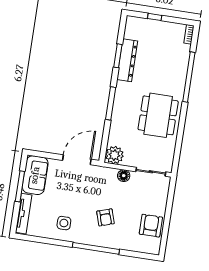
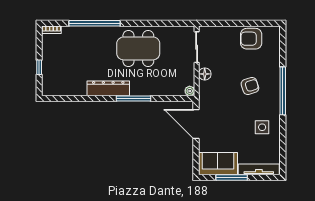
window: (118, 56) -> (84, 98), removed
dresser: (127, 60) -> (108, 88), moved
plant: (114, 155) -> (190, 91), width x0.53, depth x0.53

